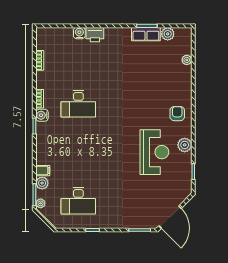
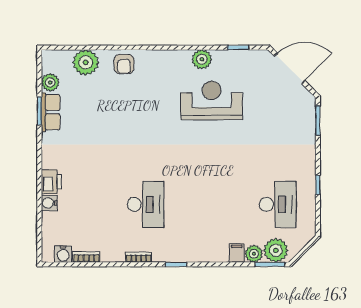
plant: (187, 60) -> (86, 62), width x1.88, depth x1.88
armchair: (177, 114) -> (124, 64), moved, turned -90
water cooler: (42, 115) -> (63, 254), moved
plant: (41, 203) -> (276, 250), width x1.88, depth x1.88
door: (170, 217) -> (290, 68), moved

